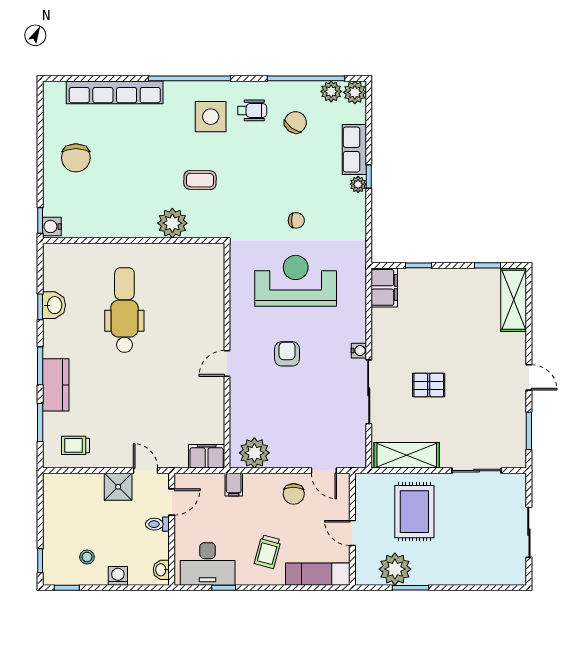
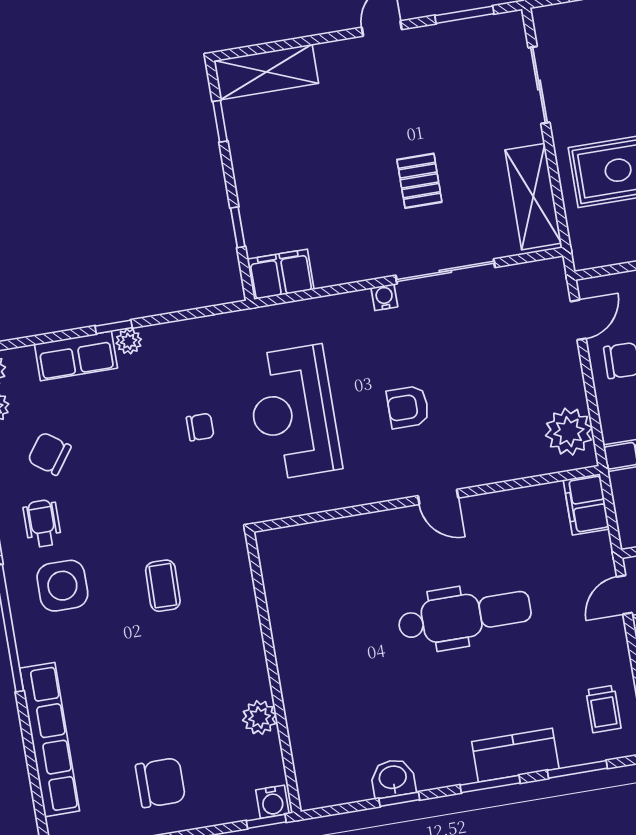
chair: (296, 220) -> (200, 427), turned 90
plant: (172, 223) -> (259, 718), moved, width x0.73, depth x0.73
dental chair: (124, 310) -> (465, 616), moved, turned 180

